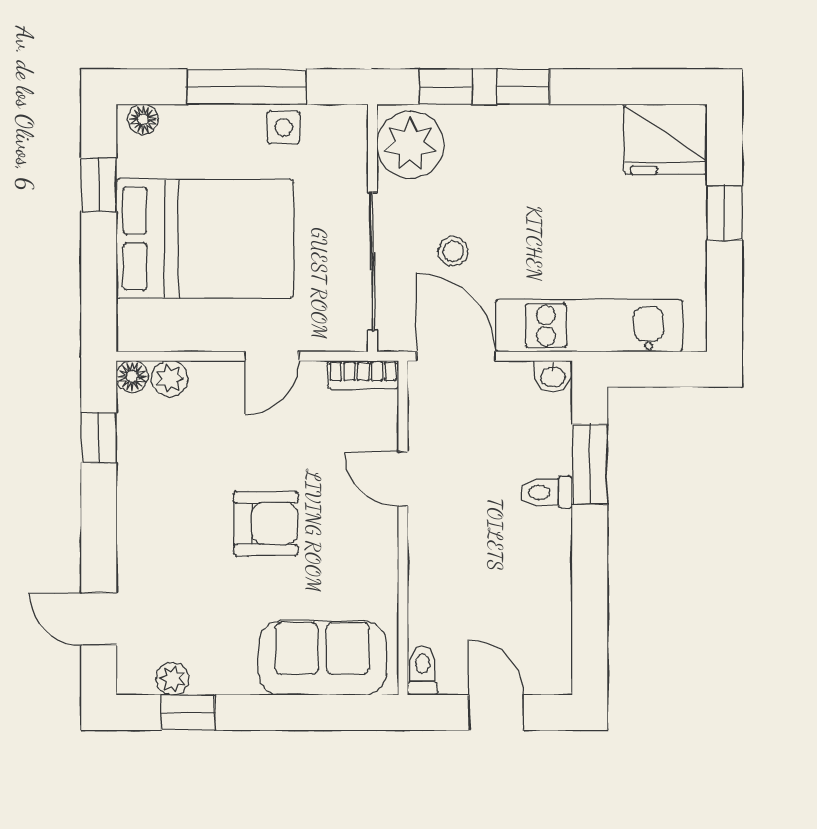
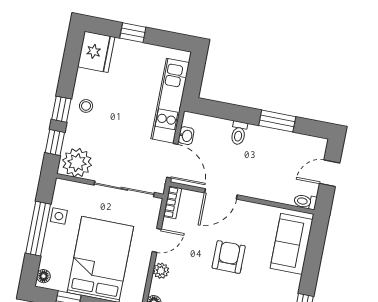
stool: (453, 251) -> (86, 106), moved
door: (272, 356) -> (157, 240), hinge flipped
door: (456, 356) -> (172, 161), swing flipped
washbasin: (553, 376) -> (186, 136), moved
plant: (170, 379) -> (161, 271), moved
window: (590, 464) -> (277, 121), moved
door: (403, 479) -> (221, 194), width x1.38

